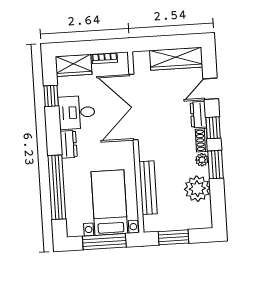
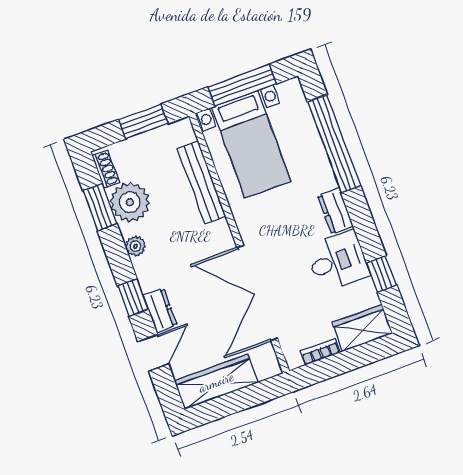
double door: (134, 107) -> (257, 293), swing flipped
shoe rack: (202, 140) -> (106, 169), moved
window: (215, 165) -> (100, 207), moved

